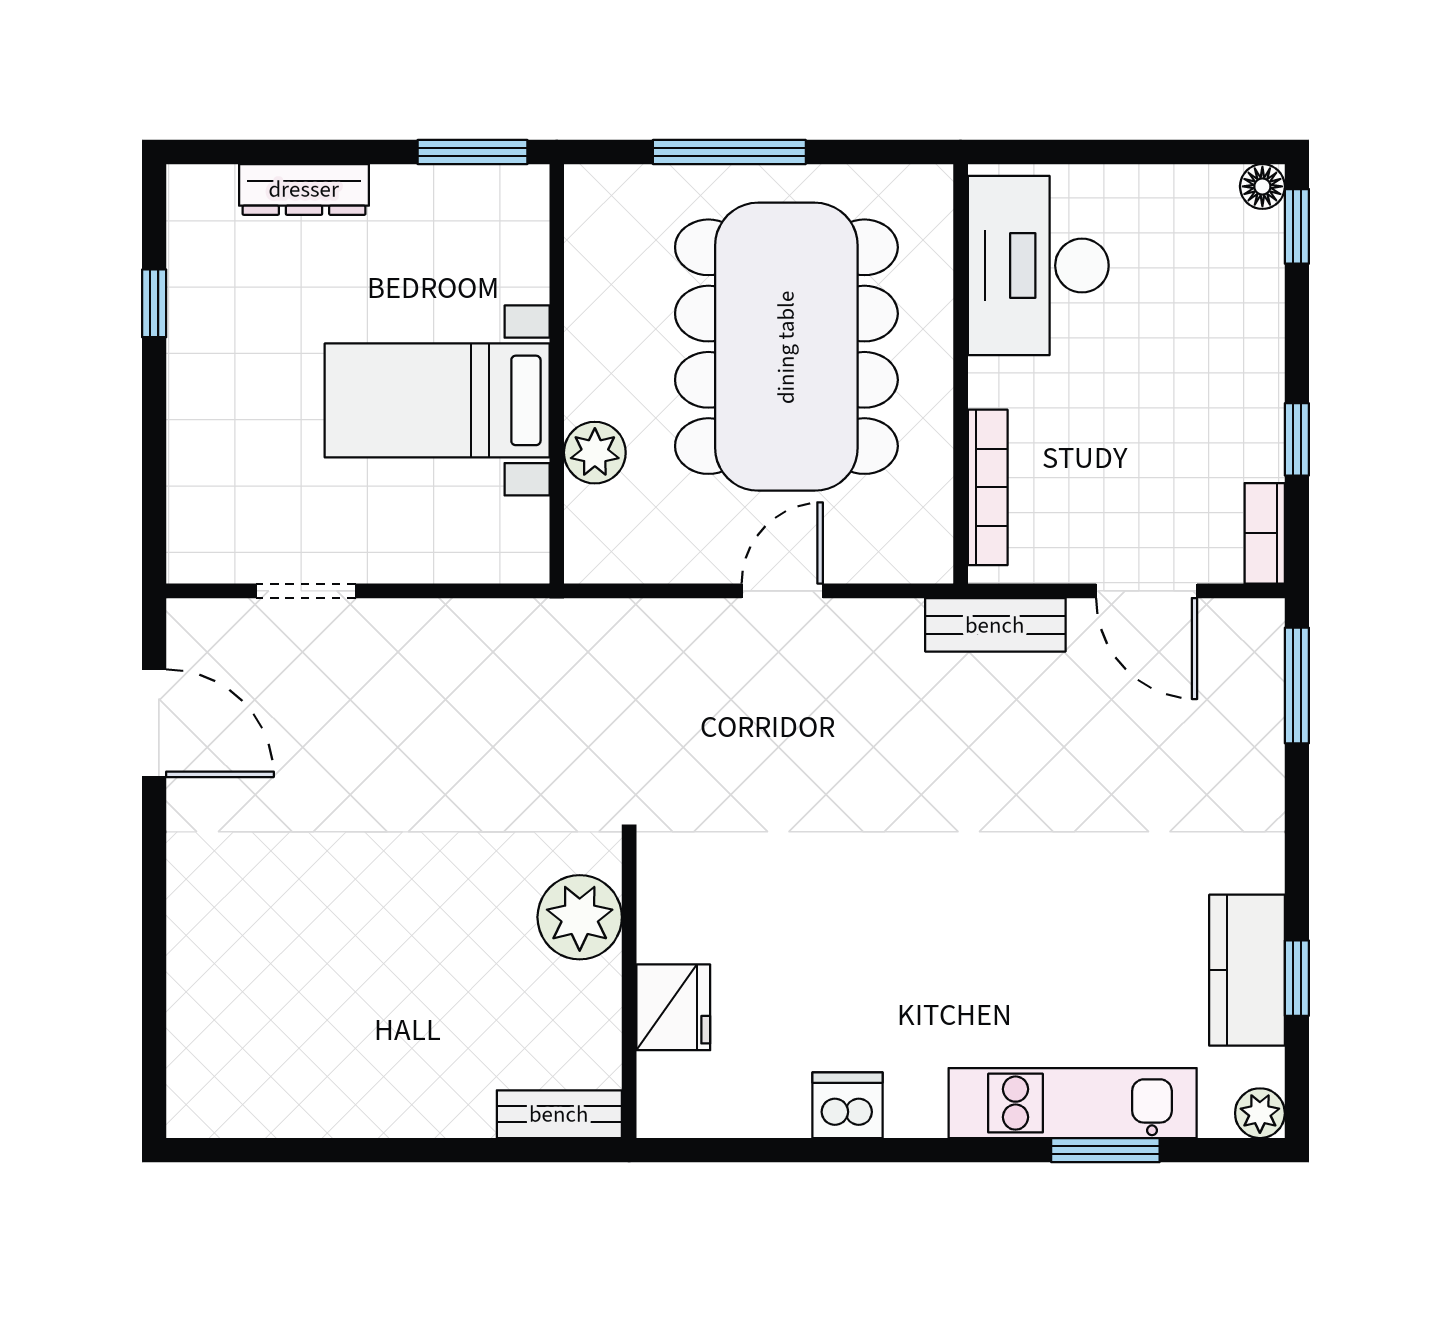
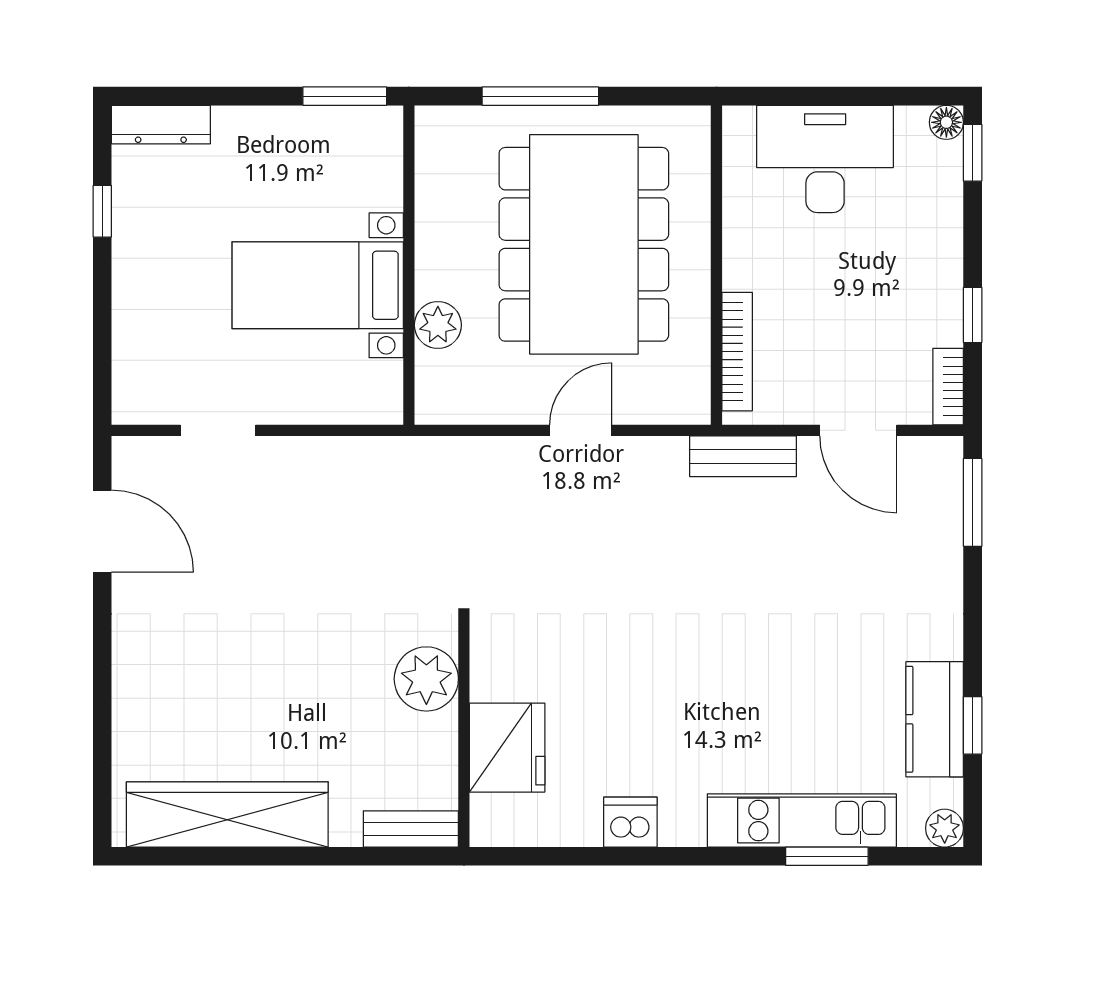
dresser: (304, 189) -> (161, 125), moved
desk: (1038, 266) -> (825, 159), moved, turned 90
fridge: (673, 1007) -> (507, 748), width x1.36, depth x1.34
wardrobe: (318, 1095) -> (227, 814), added

